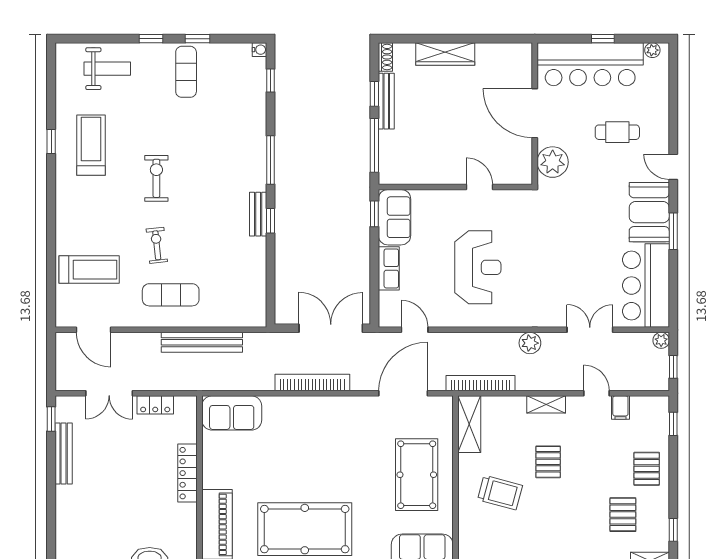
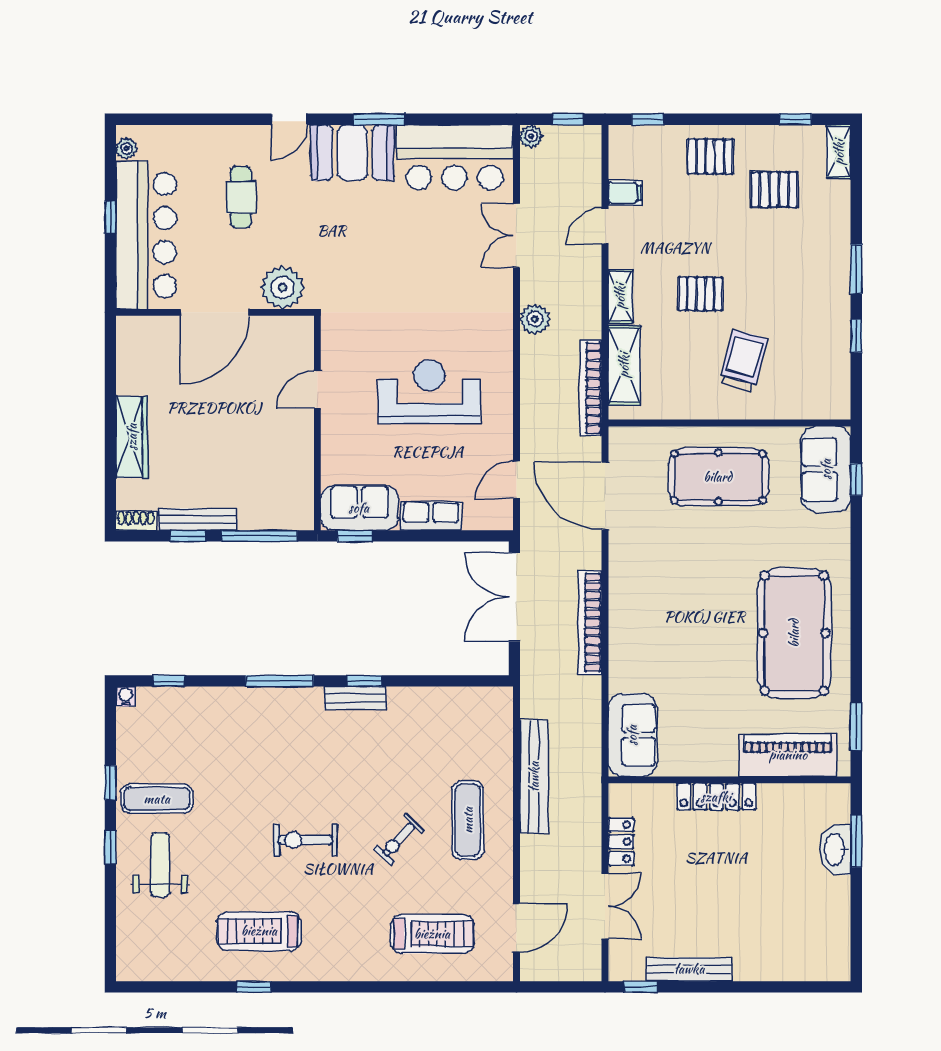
weight bench: (107, 69) -> (160, 865), moved
exercise bike: (157, 245) -> (399, 839), turned -41
treadmill: (89, 270) -> (432, 934), turned 90
shelving: (469, 424) -> (624, 365), moved, turned 90

